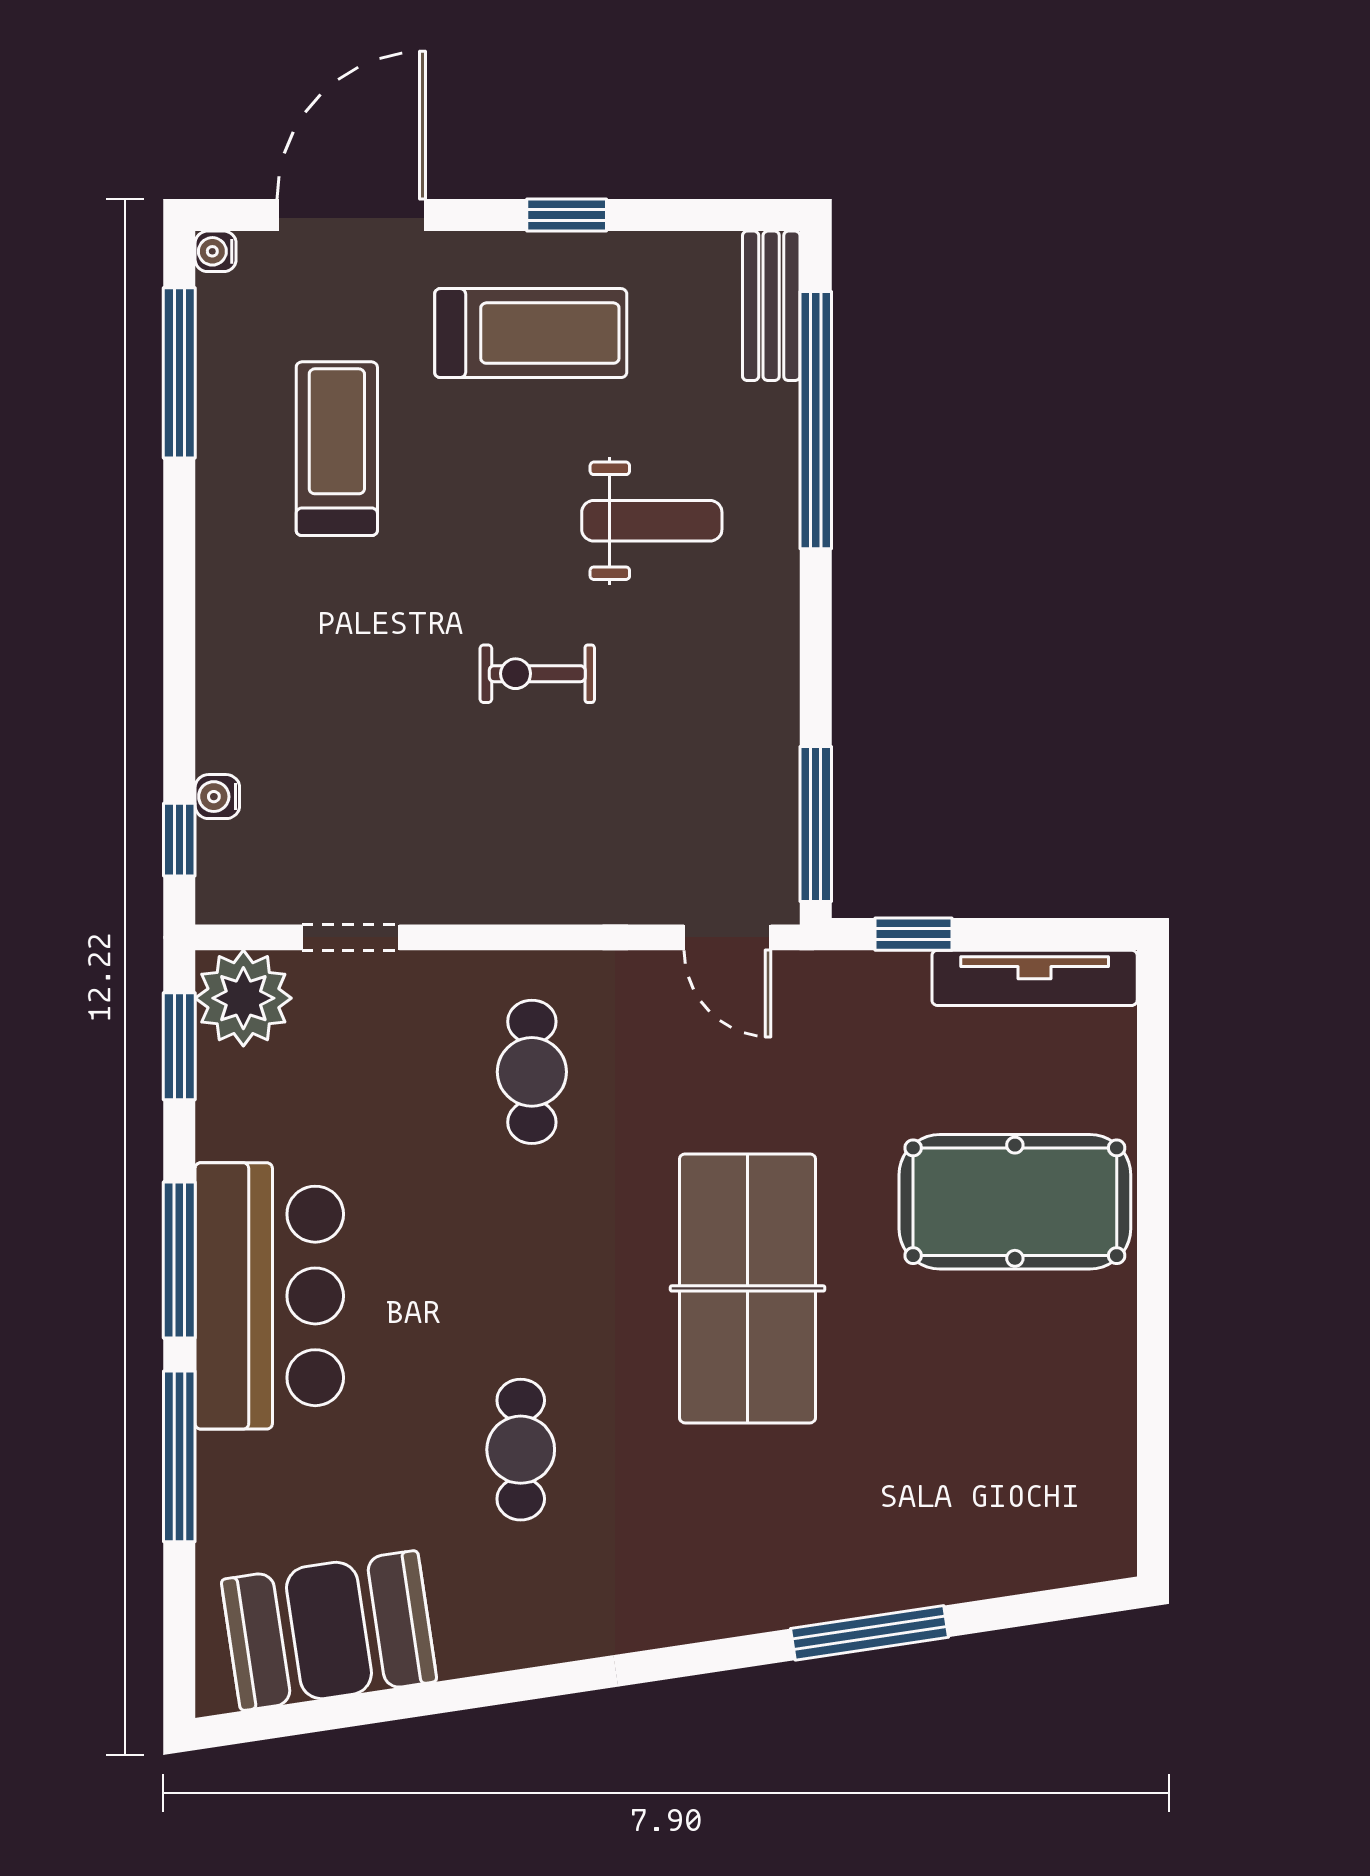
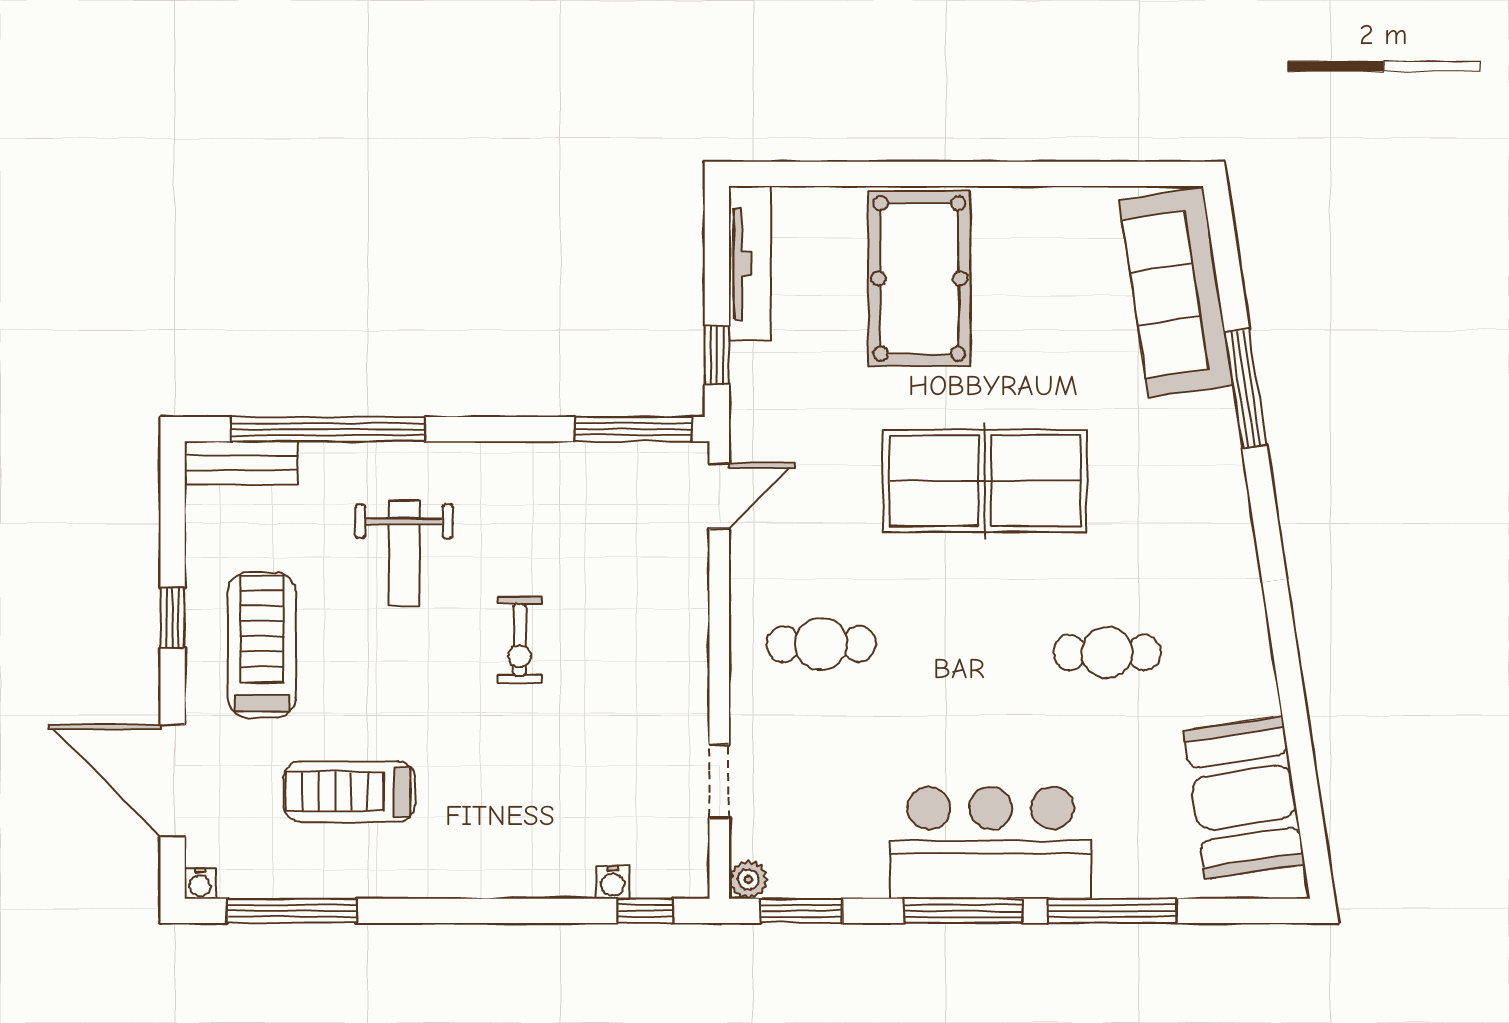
weight bench: (652, 521) -> (404, 553), turned 180
plant: (243, 998) -> (748, 879), width x0.53, depth x0.53
sofa: (996, 1541) -> (1176, 293), added

